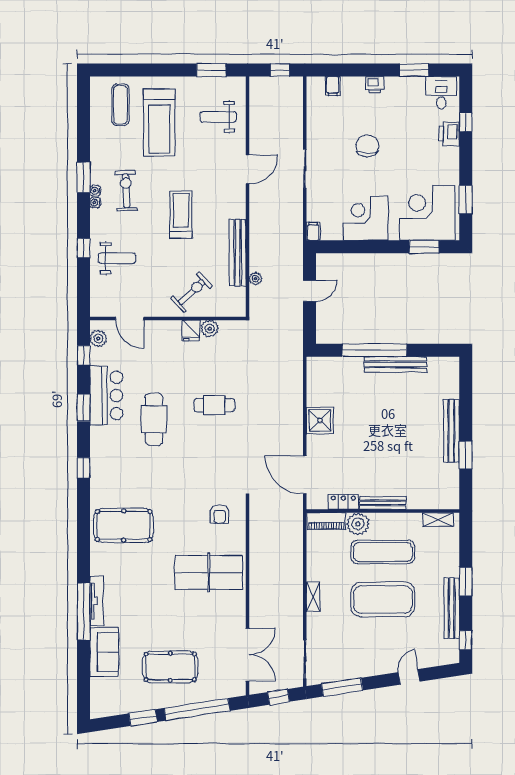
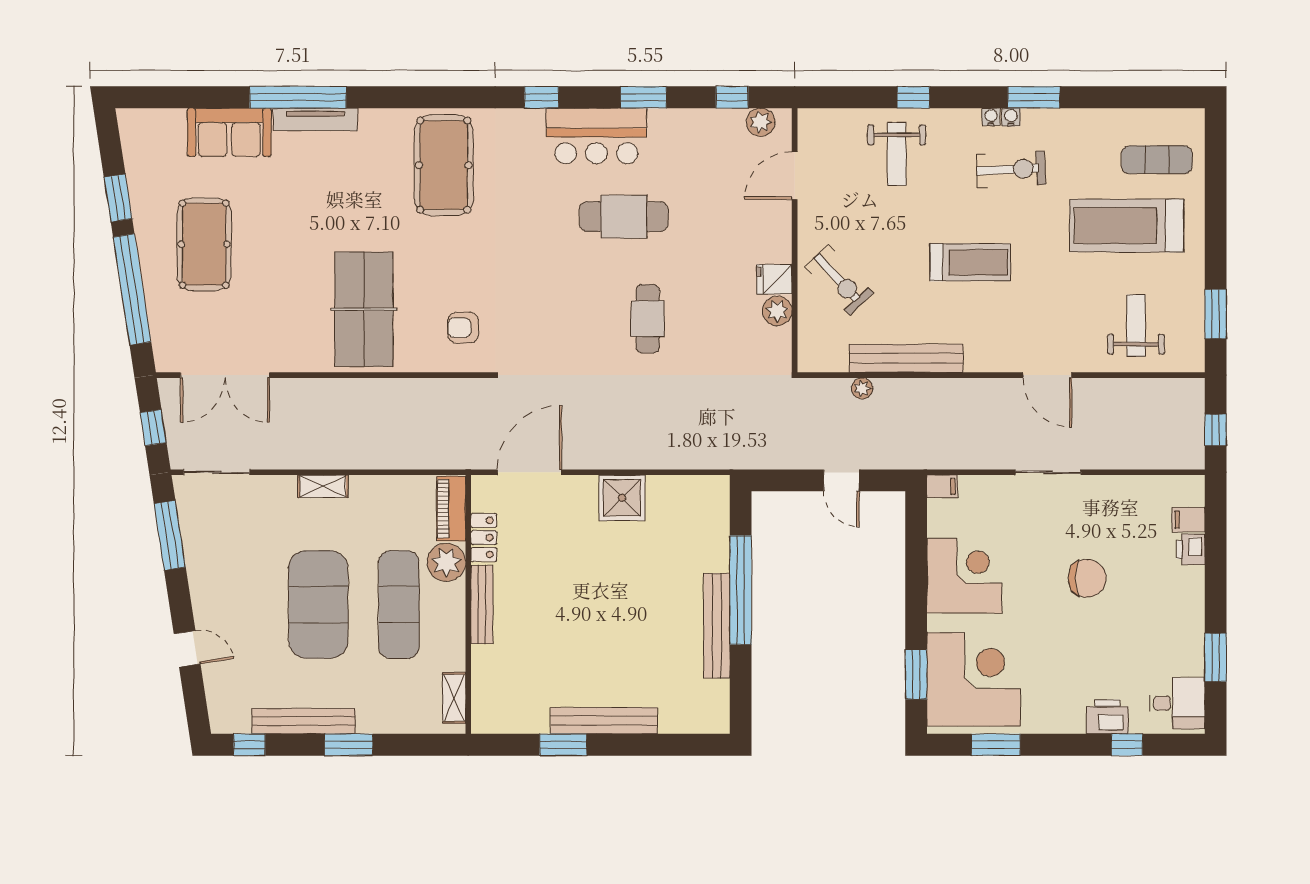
printer: (375, 85) -> (1191, 549), moved
bar counter: (106, 396) -> (596, 136), moved

